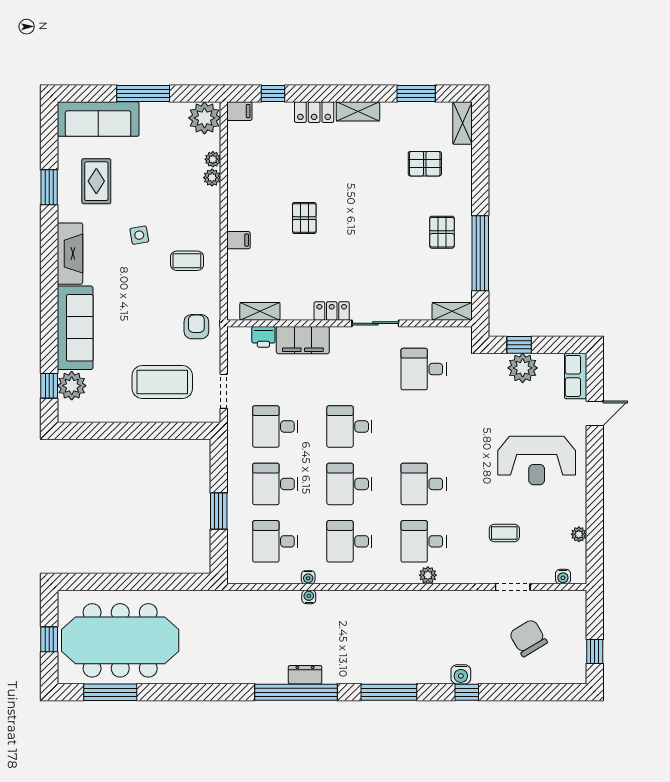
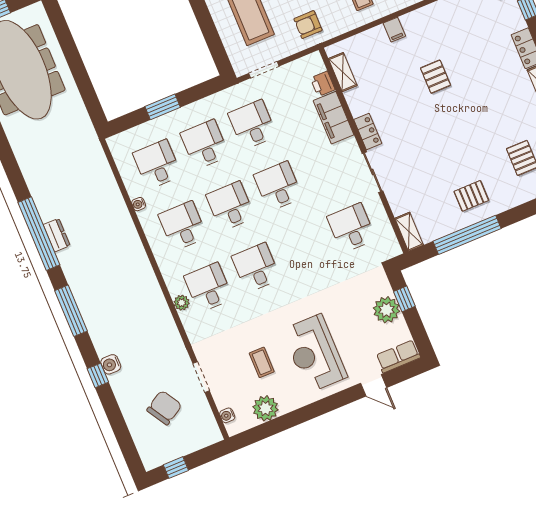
pallet: (304, 218) -> (436, 77), turned 90
armchair: (196, 327) -> (308, 25), turned 180
coffee table: (504, 533) -> (262, 362), moved
plant: (579, 534) -> (265, 408), width x1.88, depth x1.88
water cooler: (309, 597) -> (122, 211), removed

